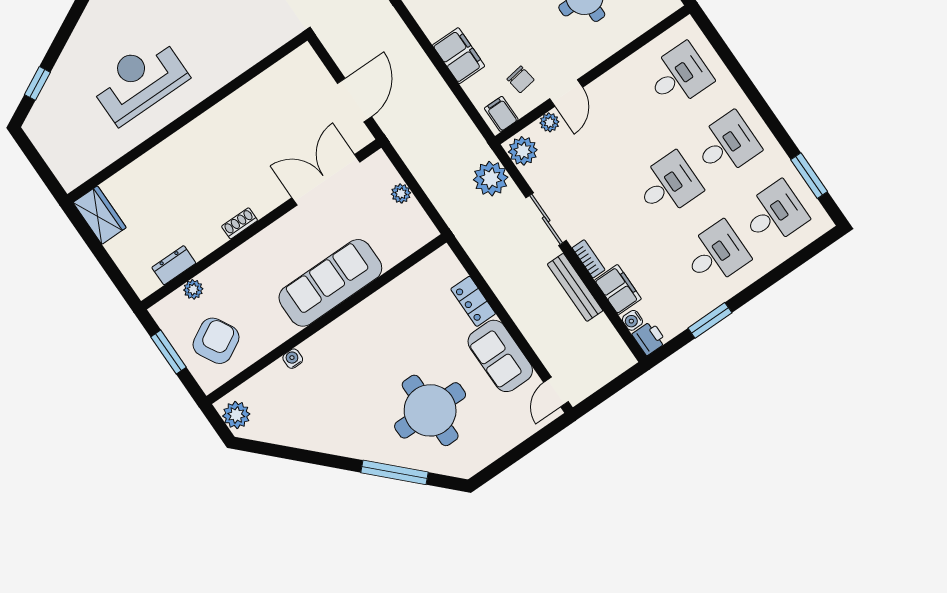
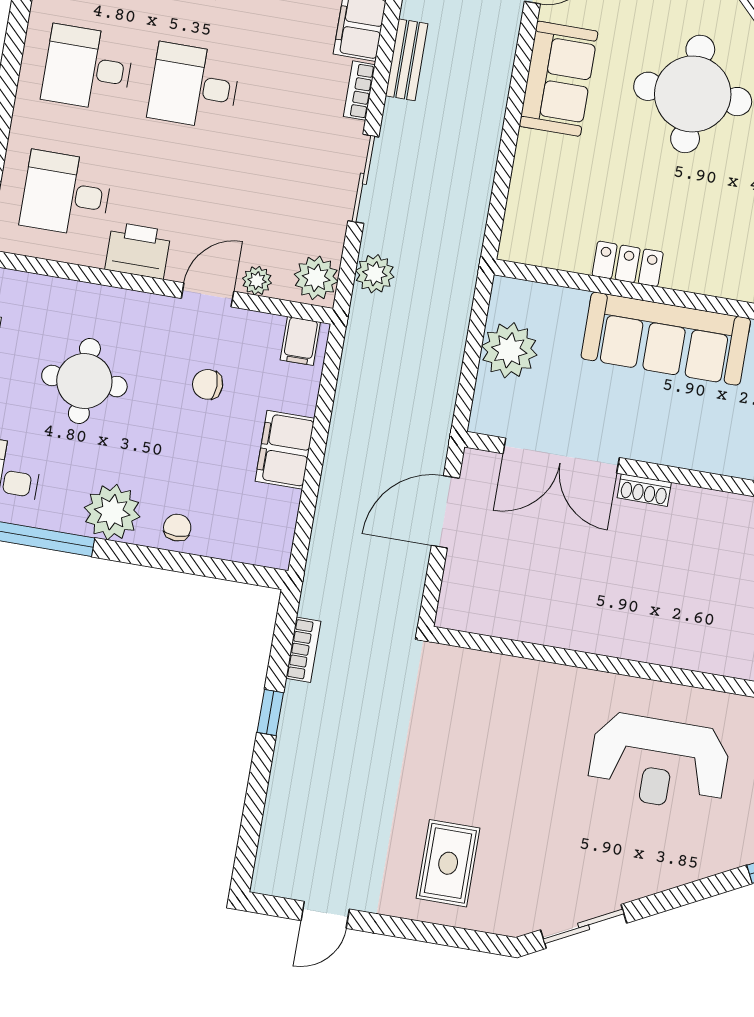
chair: (521, 79) -> (208, 384), moved, turned -81
printer: (619, 82) -> (138, 250), added
plant: (491, 179) -> (375, 274), width x0.73, depth x0.73
plant: (401, 193) -> (509, 350), width x1.88, depth x1.88
shoe rack: (240, 223) -> (644, 490), moved
bench: (575, 287) -> (407, 60), width x0.73
locker: (473, 301) -> (628, 264), moved, turned -90

